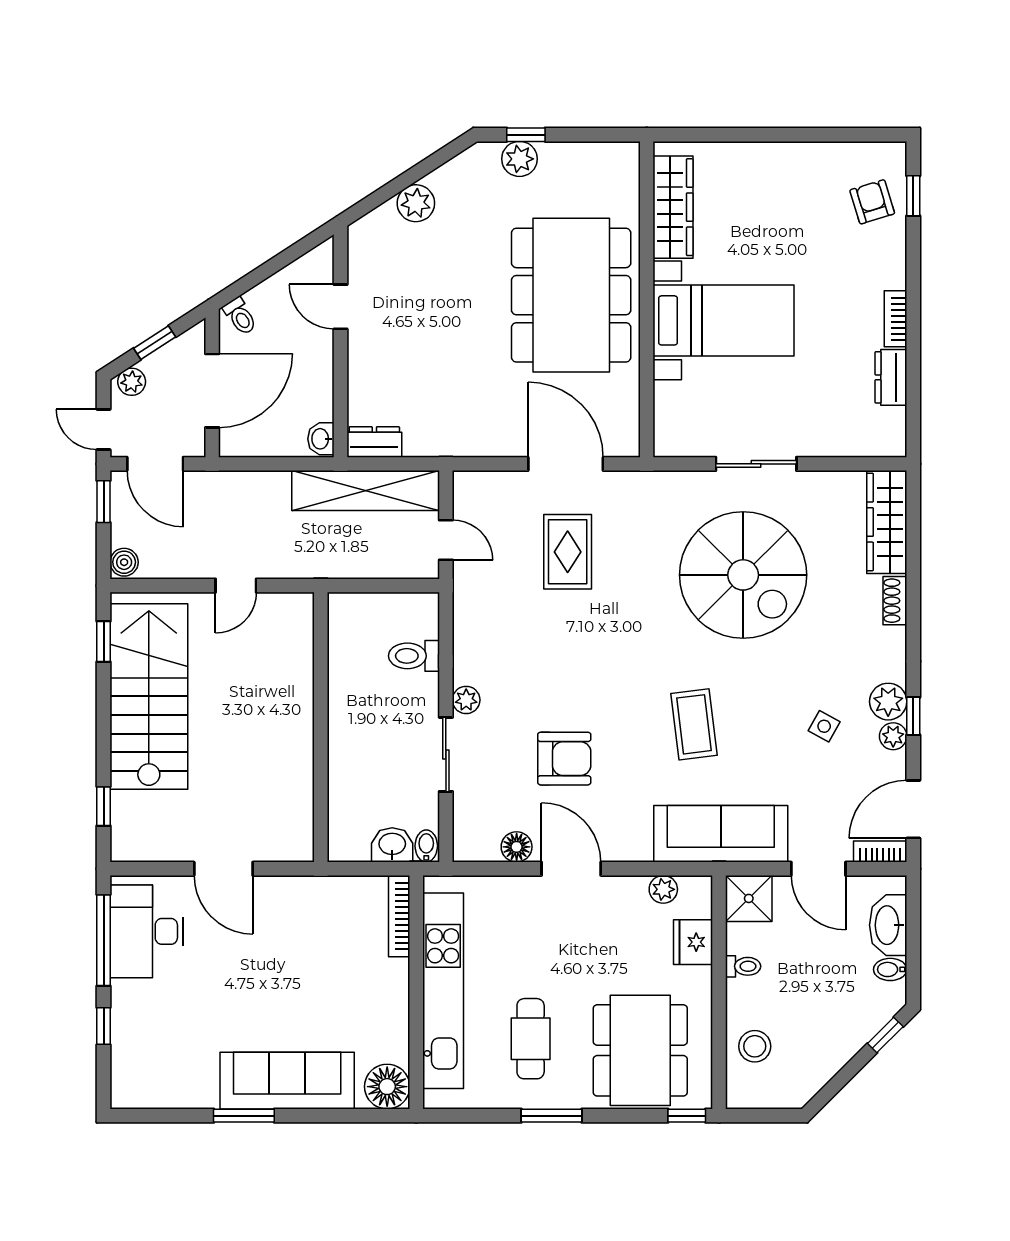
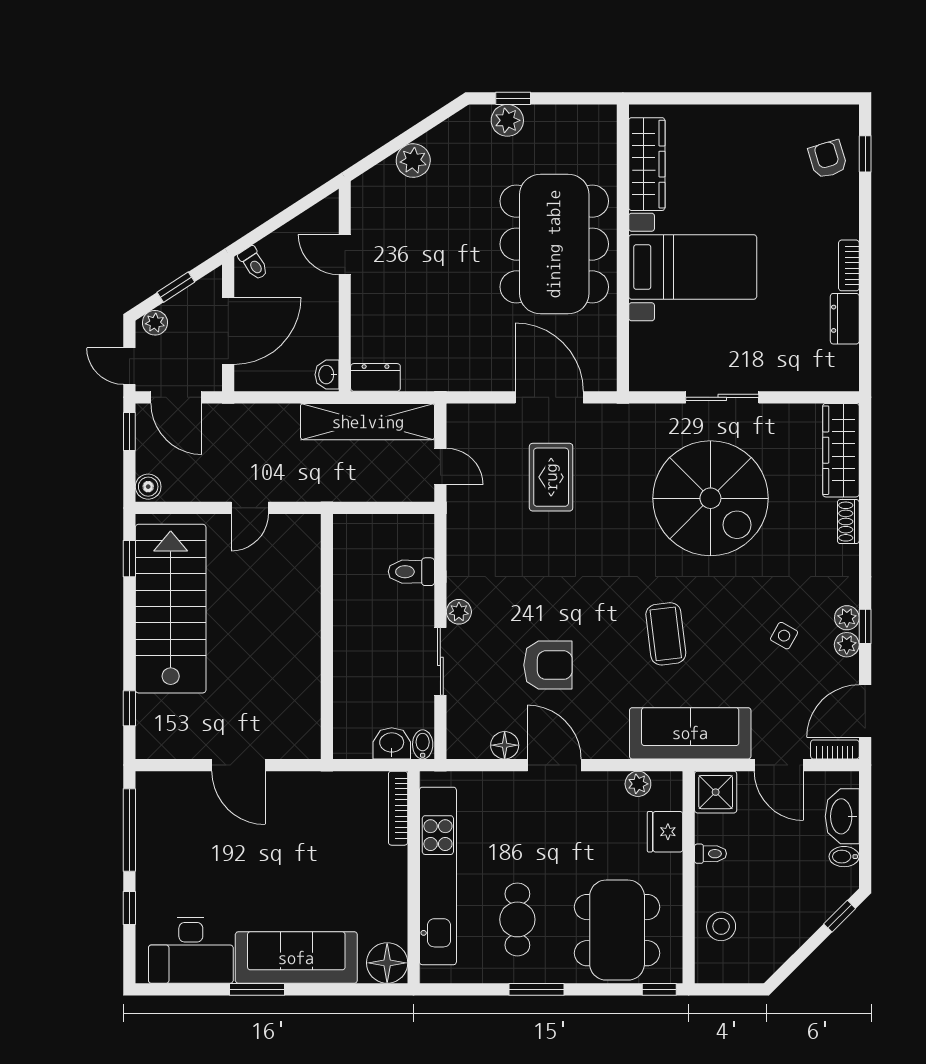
plant: (888, 702) -> (847, 618), width x0.73, depth x0.73
desk: (147, 931) -> (191, 950), moved, turned -90

